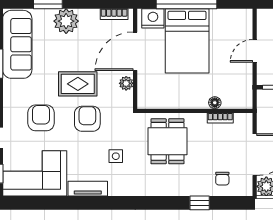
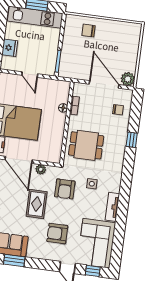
armchair: (87, 119) -> (65, 189), moved, turned -90
window: (200, 203) -> (132, 140), moved

